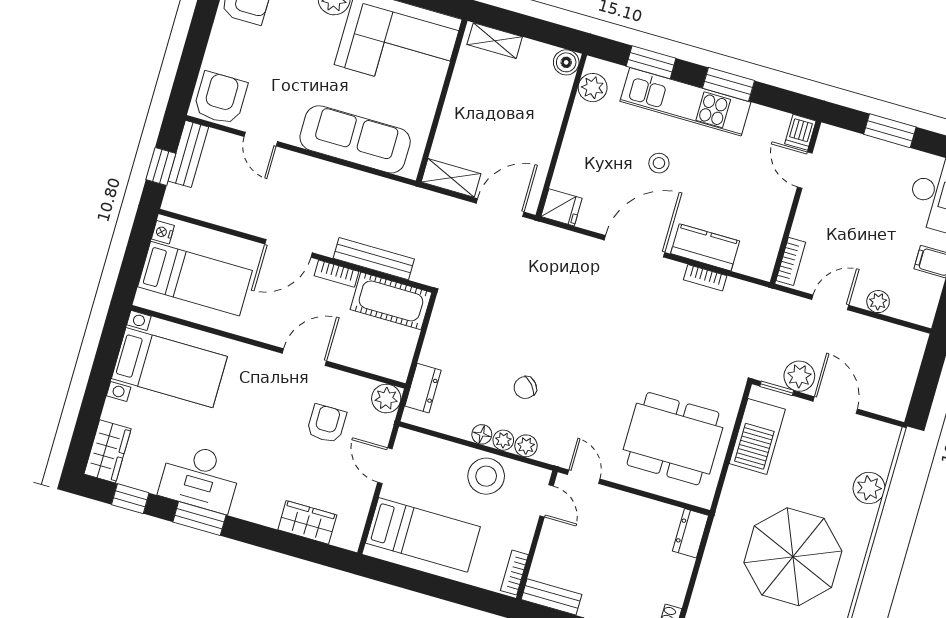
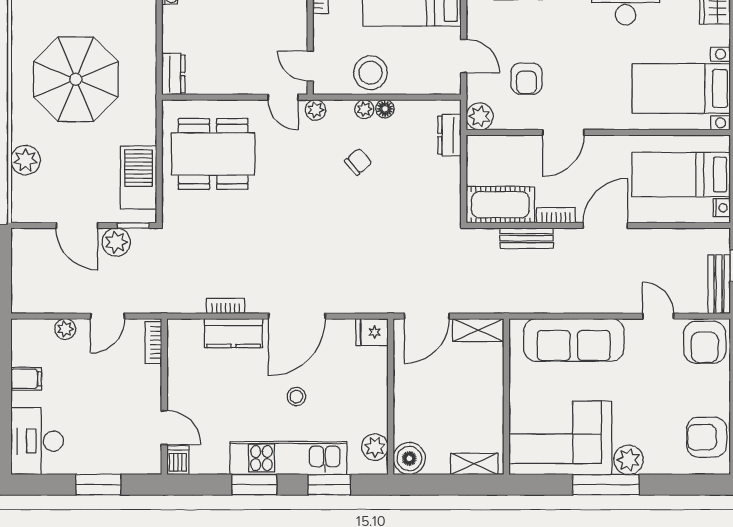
boiler: (566, 62) -> (409, 458), width x1.36, depth x1.36
bench: (374, 259) -> (527, 238), width x0.73
plant: (526, 446) -> (315, 110), moved

